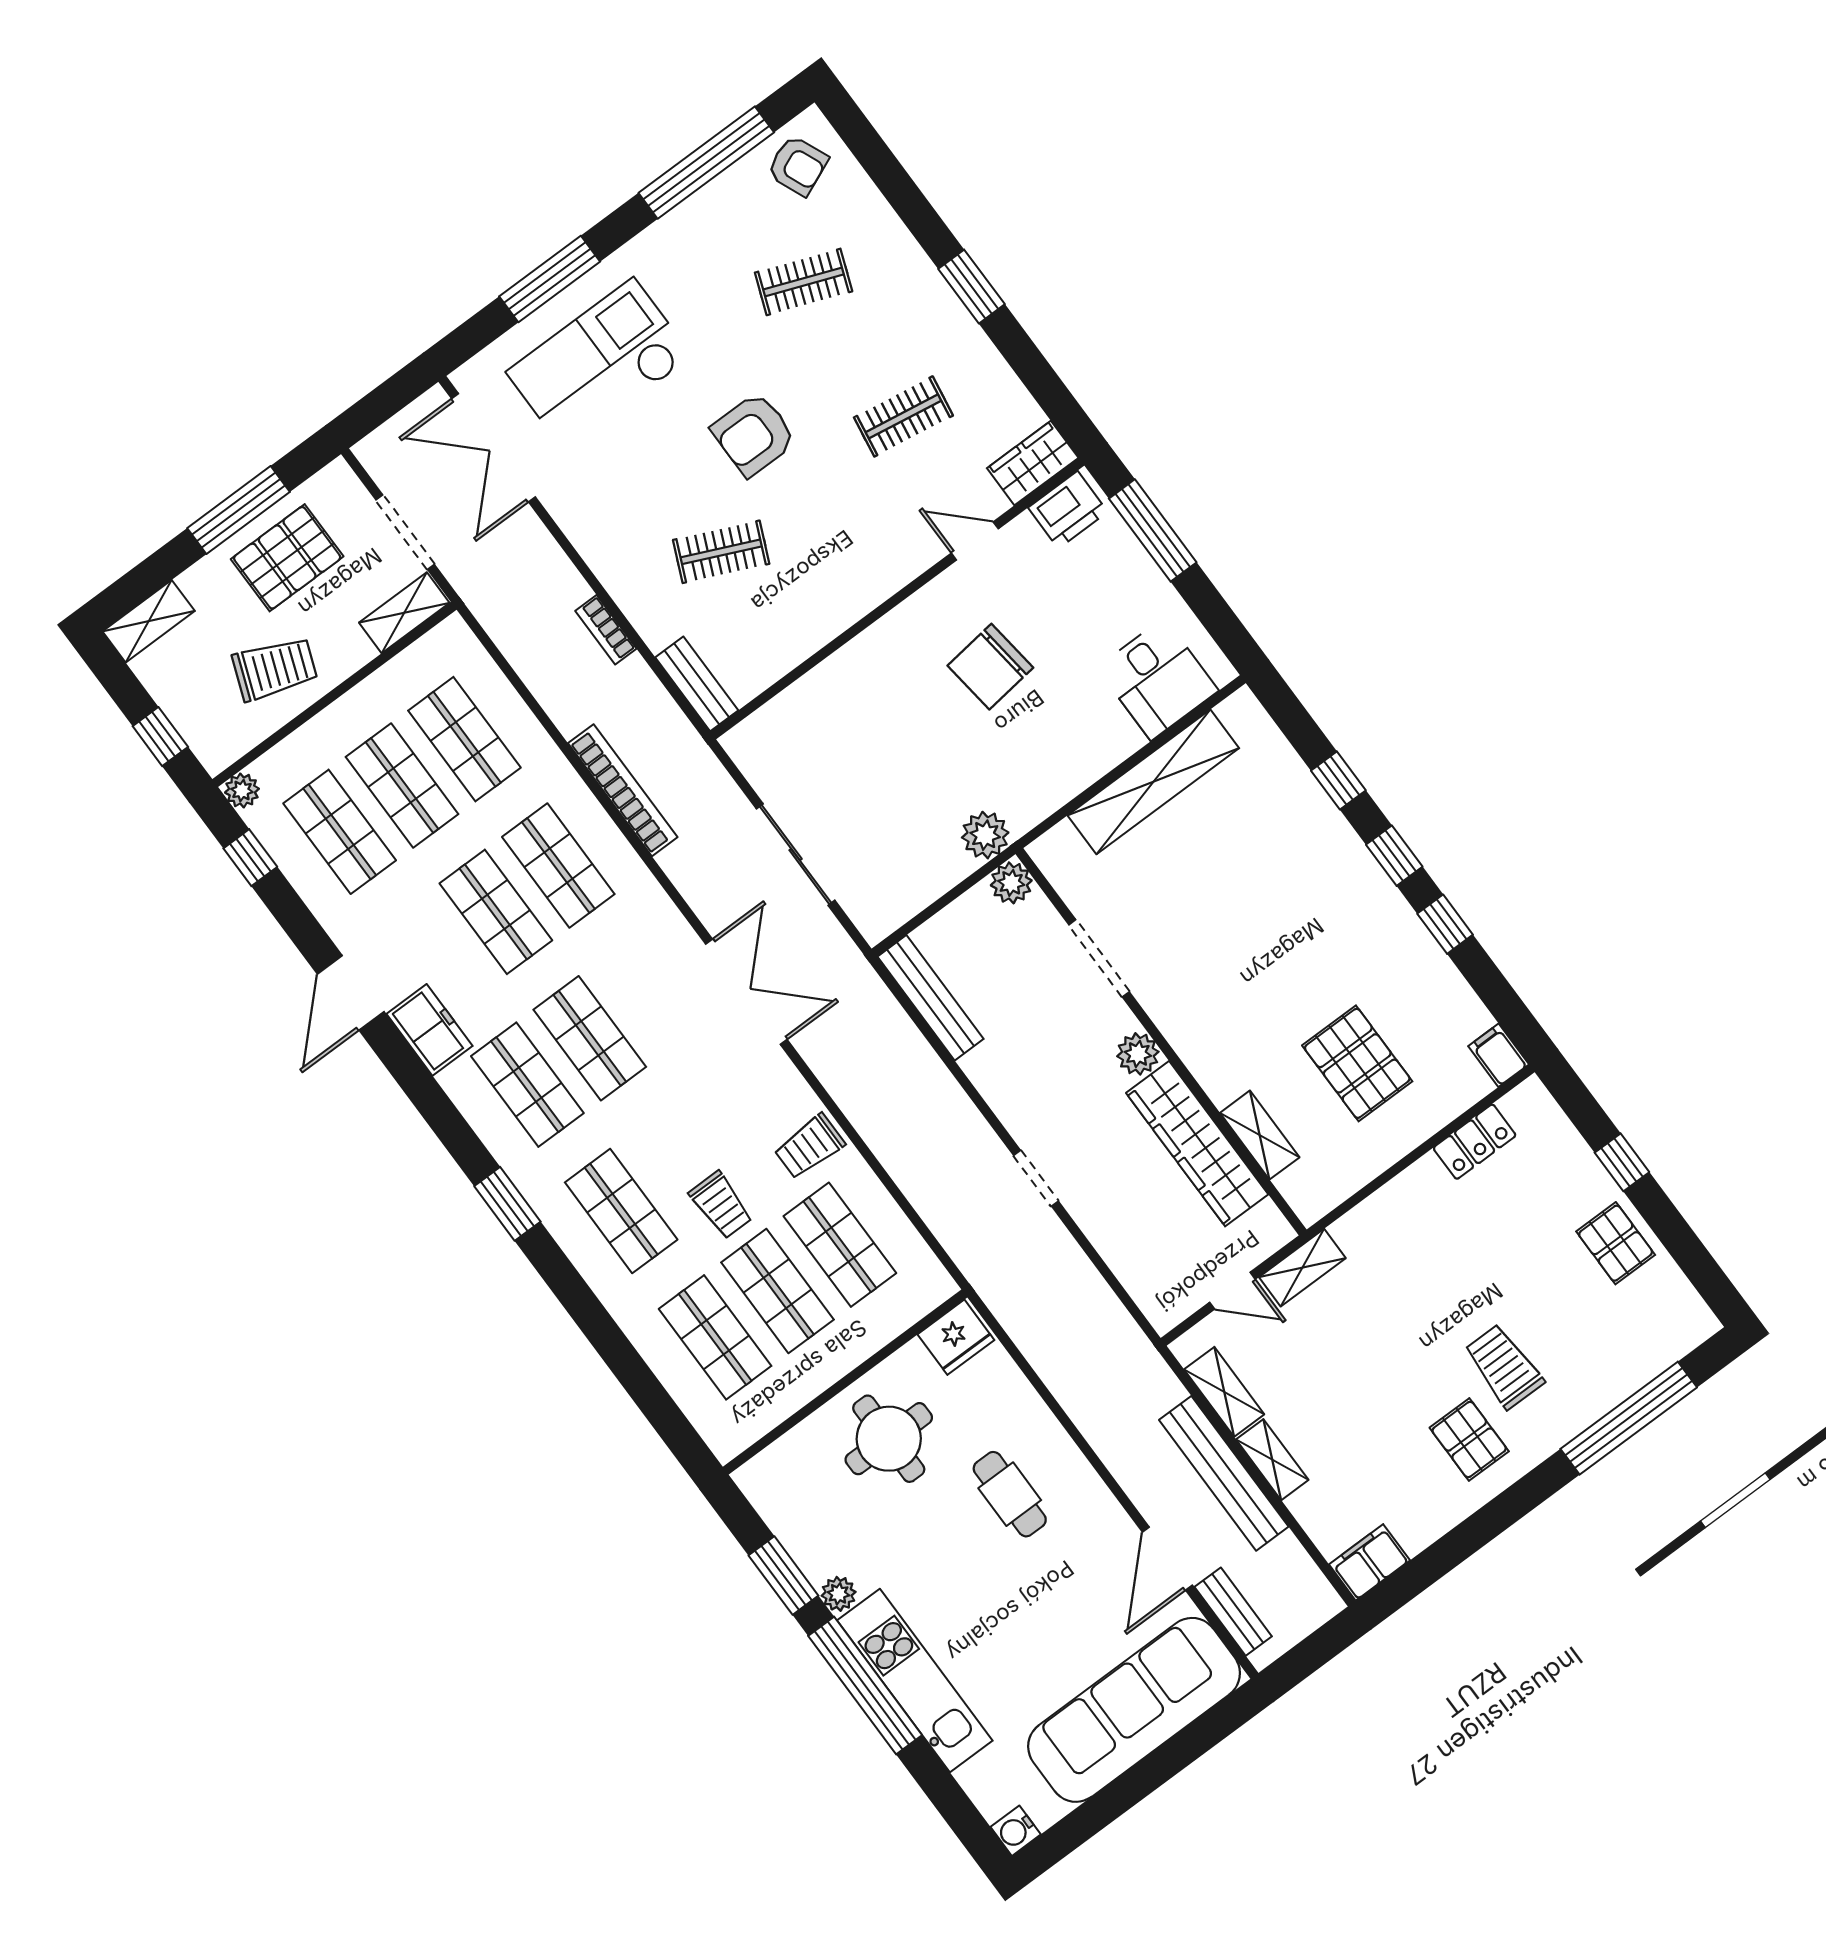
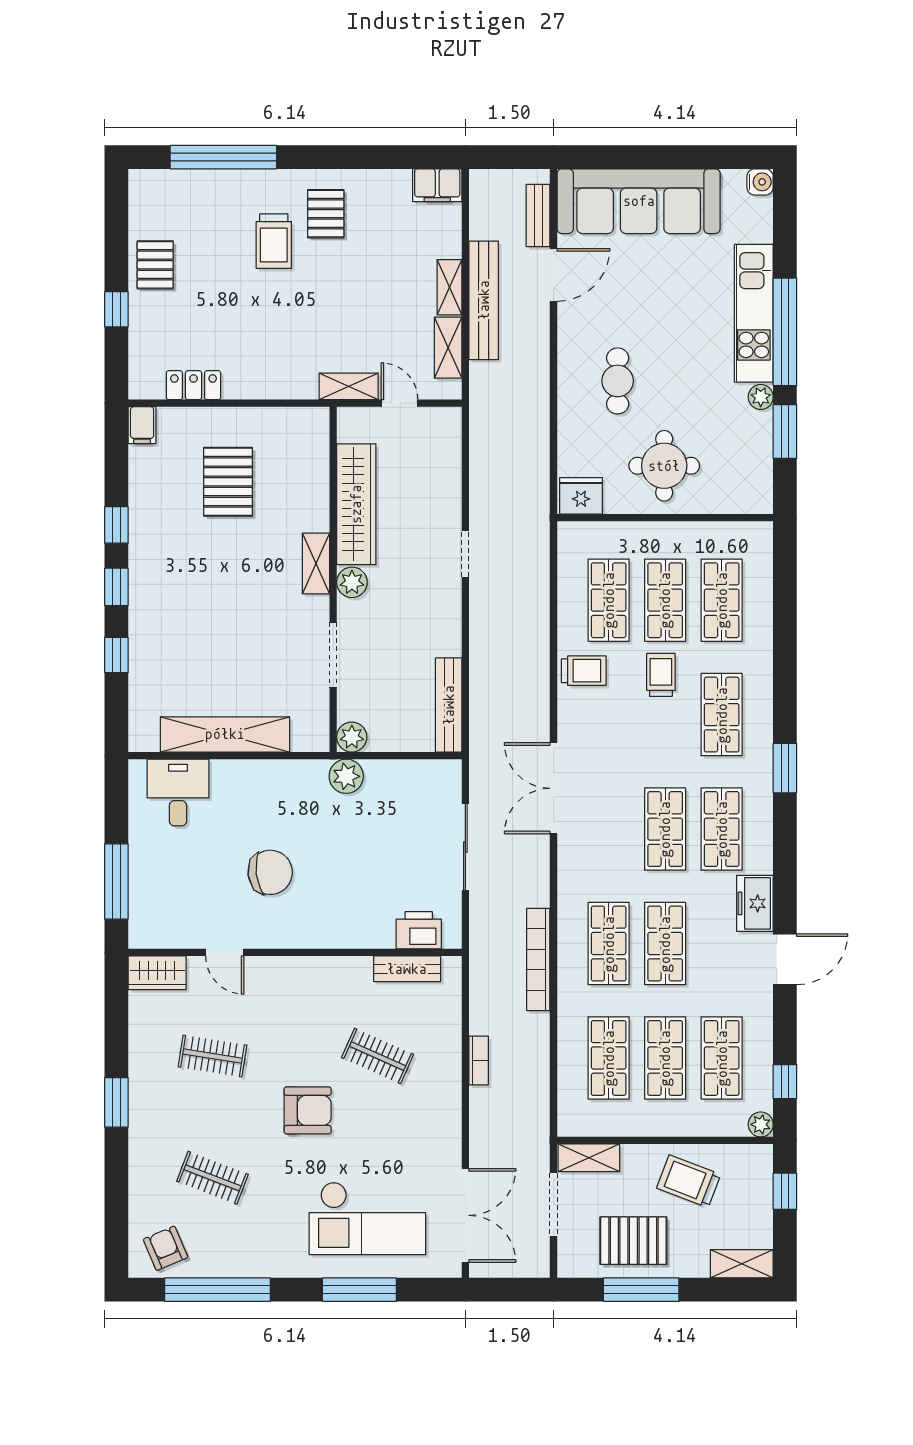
printer: (1068, 510) -> (419, 930), moved
bench: (697, 684) -> (407, 969), moved, turned 90
shelving: (1260, 1135) -> (316, 563), moved

